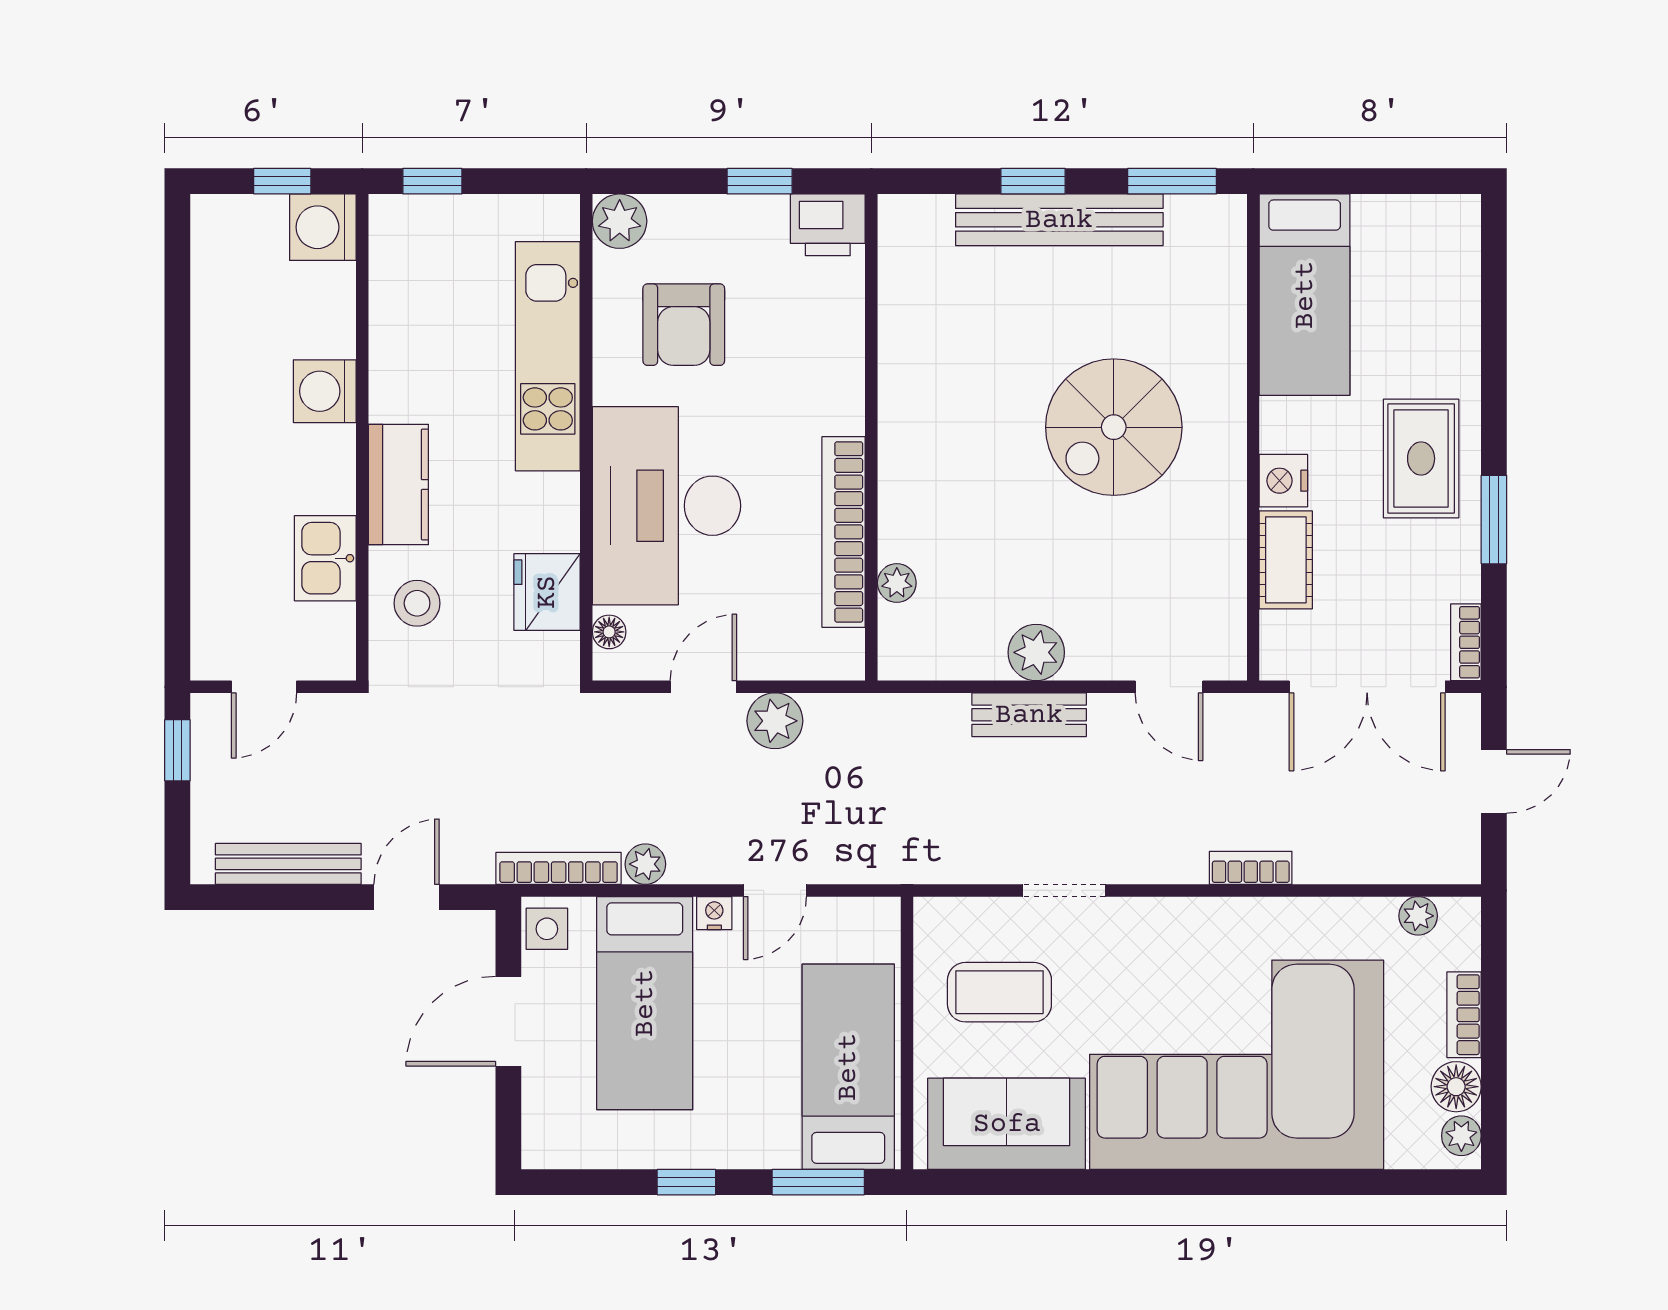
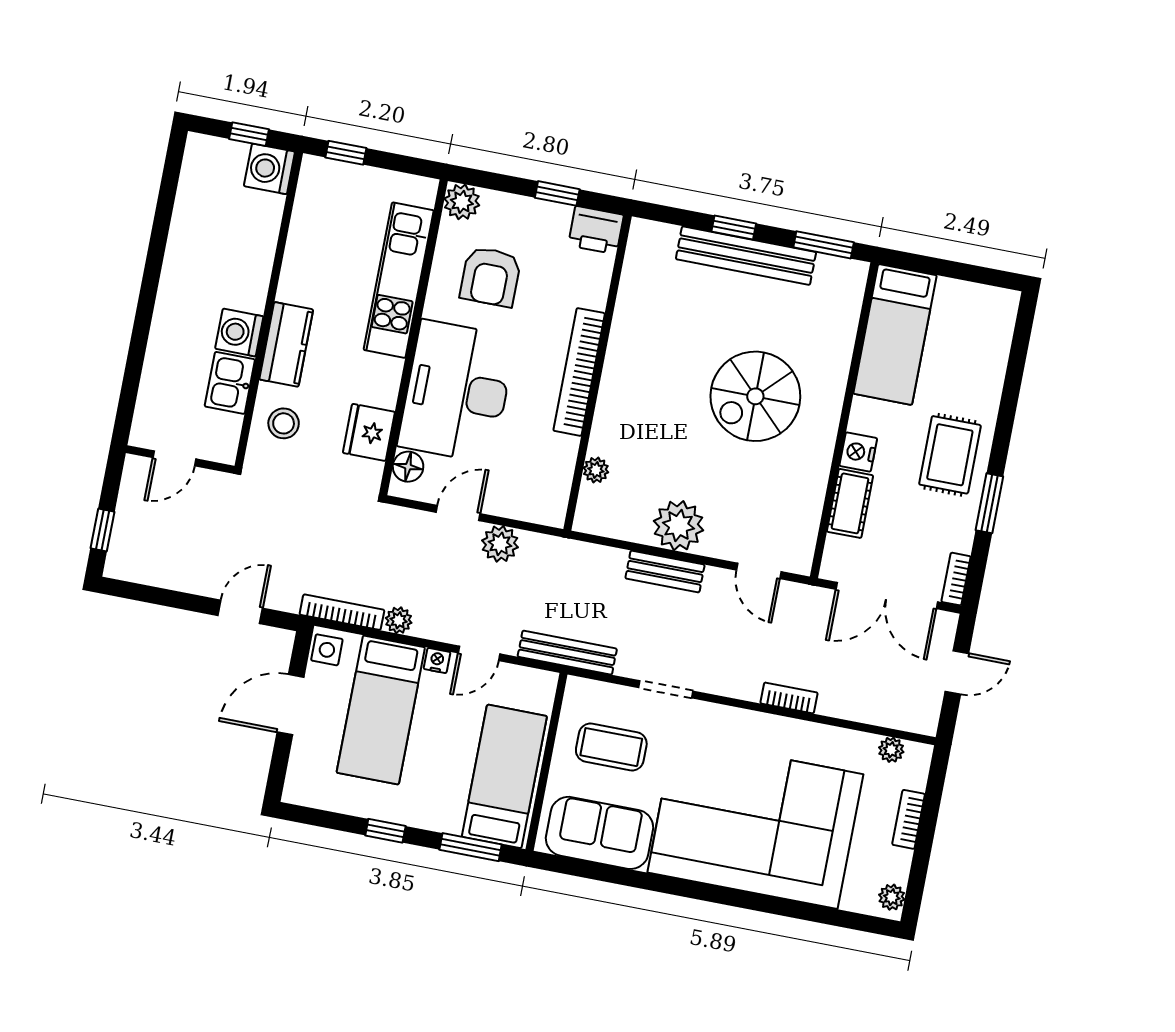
washing machine: (325, 391) -> (239, 333), moved
bookcase: (844, 532) -> (579, 372), moved
floor lamp: (609, 632) -> (408, 467), width x1.37, depth x1.37
plant: (1036, 652) -> (679, 526), width x1.36, depth x1.36
window: (177, 750) -> (103, 530), moved
bench: (288, 864) -> (567, 653), moved
floor lamp: (1456, 1087) -> (894, 865), removed

